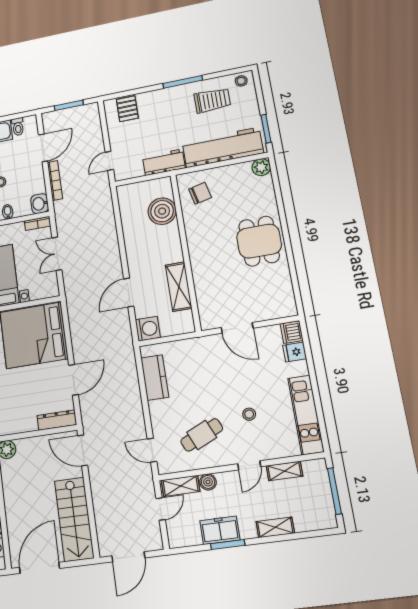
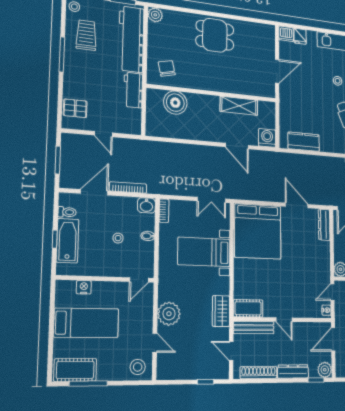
door: (43, 148) -> (94, 192), hinge flipped
door: (109, 161) -> (103, 134), moved
double door: (57, 254) -> (211, 200), moved

